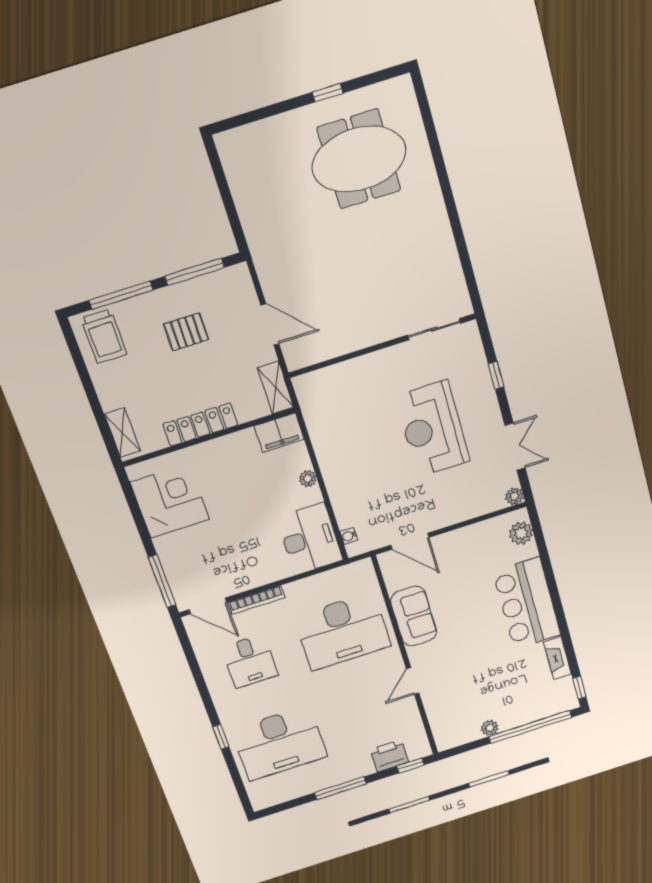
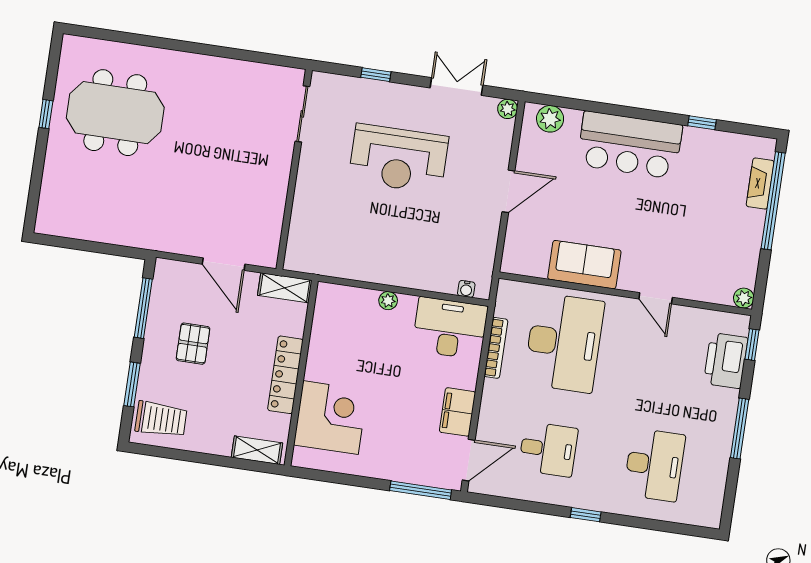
meeting table: (359, 159) -> (115, 113), turned 90
window: (121, 295) -> (132, 384), width x0.69
door: (270, 325) -> (224, 264), swing flipped
filing cabinet: (279, 433) -> (457, 412), moved, turned 180
corner desk: (170, 501) -> (331, 418), moved, turned 90
door: (410, 541) -> (508, 191), moved
bookcase: (256, 600) -> (496, 348), moved
fireplace: (558, 658) -> (760, 184), moved, turned 90
window: (579, 688) -> (702, 123), moved
plant: (490, 728) -> (744, 298), moved
window: (221, 737) -> (586, 515), moved
desk: (279, 743) -> (654, 465), width x0.73, depth x0.77
printer: (389, 756) -> (726, 361), width x1.37, depth x1.19

